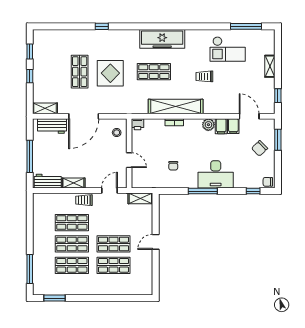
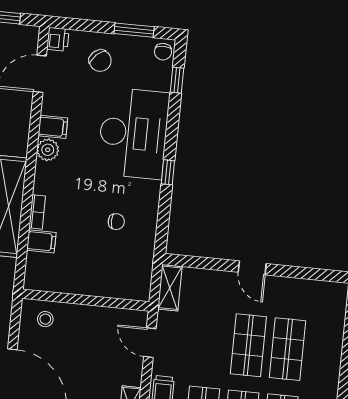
printer: (138, 124) -> (58, 39), moved
filing cabinet: (233, 126) -> (41, 241), moved
window: (278, 140) -> (134, 30), moved
door: (129, 160) -> (98, 301), removed
desk: (216, 174) -> (133, 133), width x1.36, depth x1.30
window: (203, 191) -> (168, 172), width x0.46

